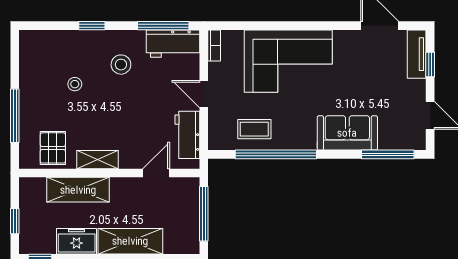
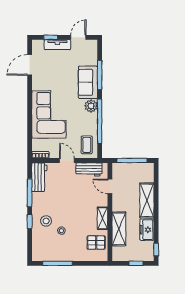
window: (163, 26) -> (30, 193), moved
tv unit: (417, 54) -> (57, 45), moved
stool: (121, 65) -> (46, 221), moved
door: (204, 94) -> (67, 160), swing flipped
window: (15, 116) -> (58, 263), moved
coffee table: (254, 129) -> (87, 145), moved
plant: (304, 139) -> (91, 106), added
window: (388, 154) -> (100, 75), moved

